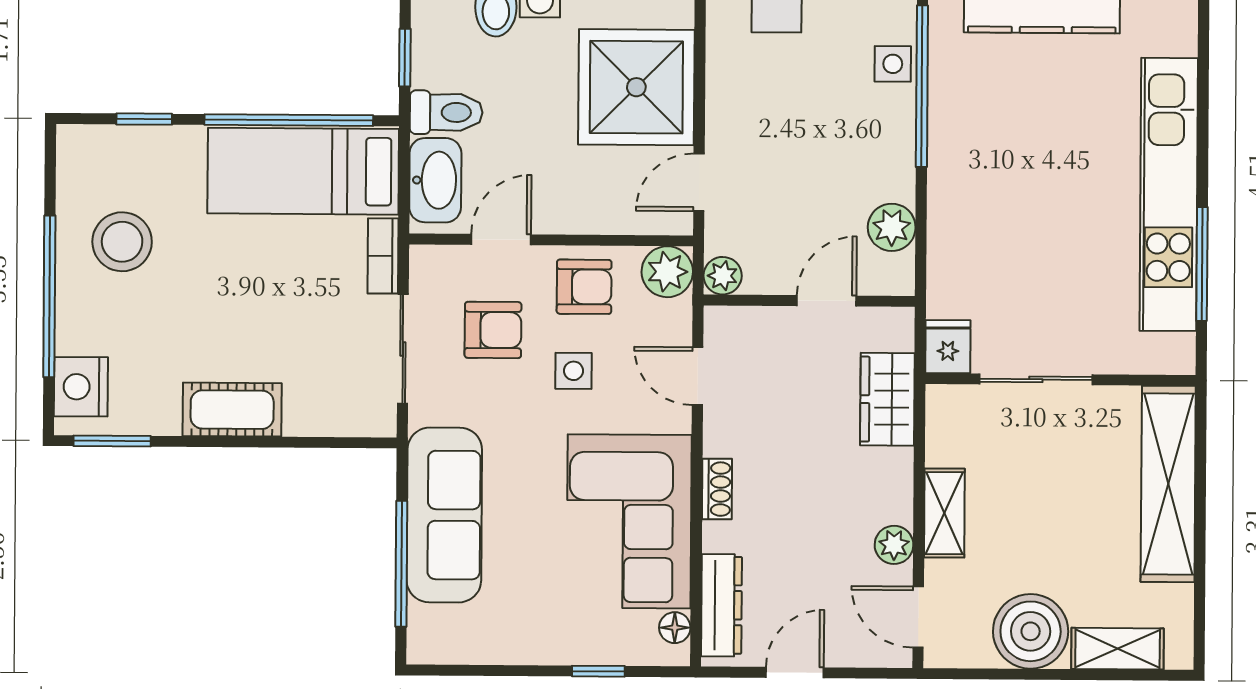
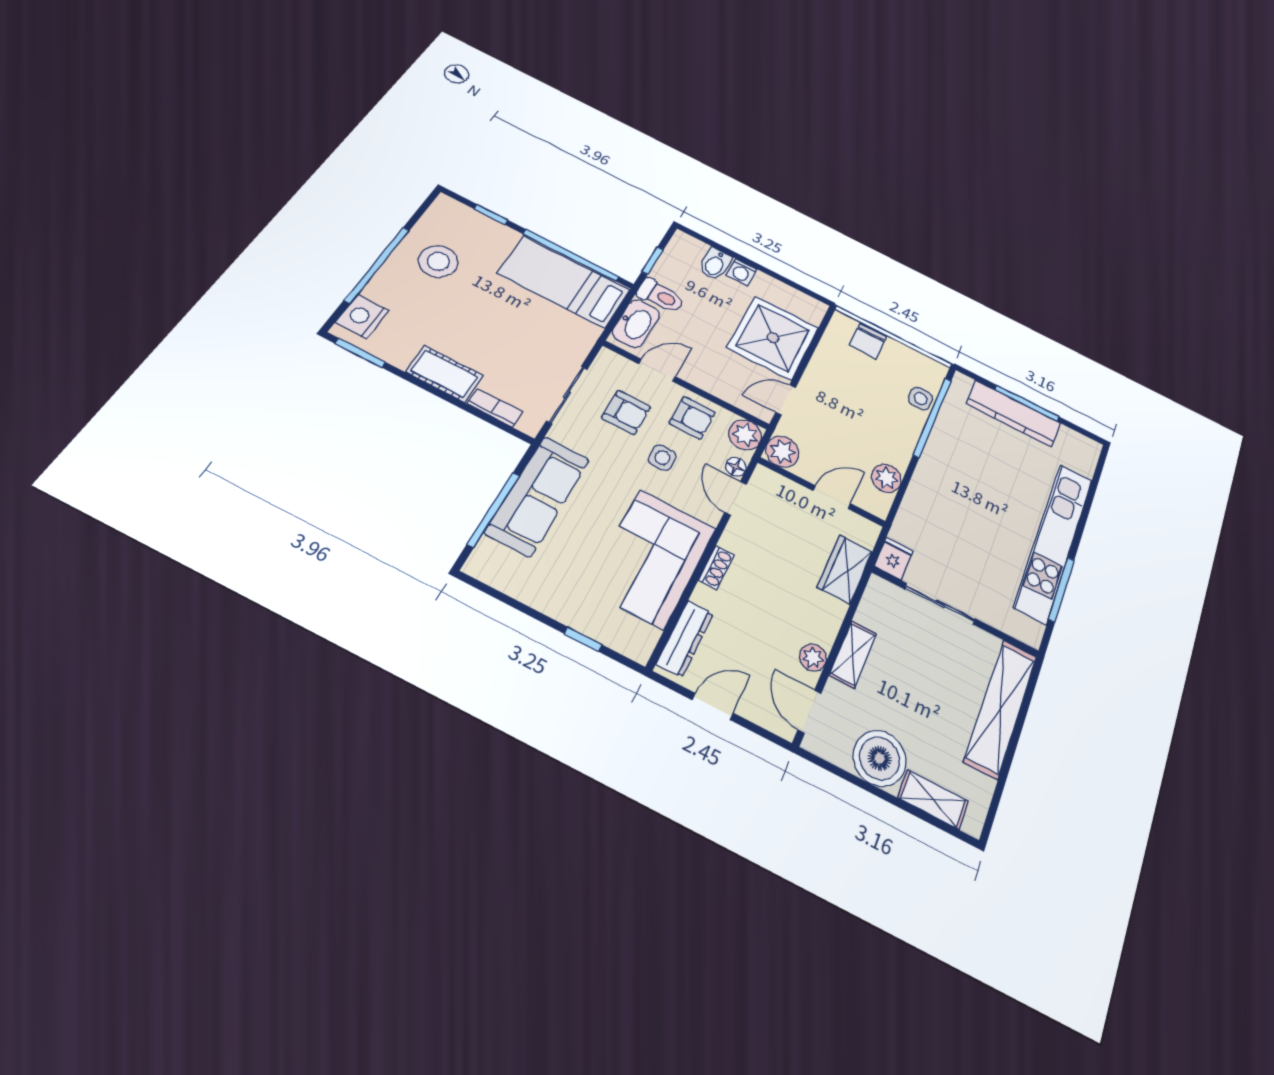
bookcase: (383, 256) -> (495, 408), moved, turned 90
plant: (723, 276) -> (782, 452), width x1.38, depth x1.38
floor lamp: (675, 628) -> (736, 467), moved

